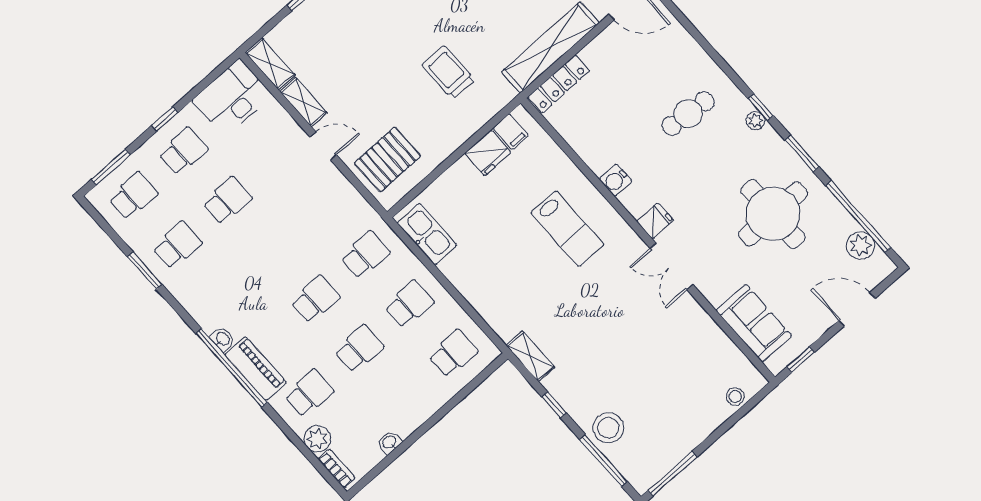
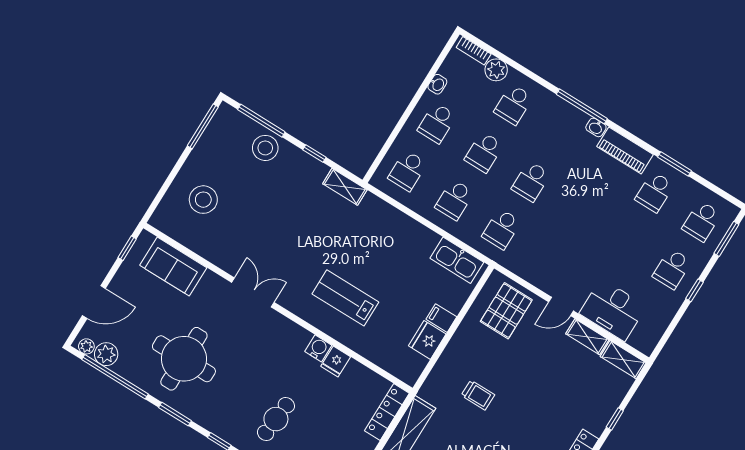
trolley: (449, 72) -> (478, 395), width x0.73, depth x0.72
desk: (232, 98) -> (613, 310), moved, turned 90
plant: (755, 121) -> (86, 346), moved
filing cabinet: (511, 132) -> (441, 318), moved
school desk: (227, 201) -> (437, 123), moved
fridge: (655, 221) -> (336, 361), moved
window: (231, 368) -> (582, 106), width x0.68
piano: (256, 369) -> (625, 151), moved
stool: (735, 396) -> (203, 200), moved, width x1.89, depth x1.89

